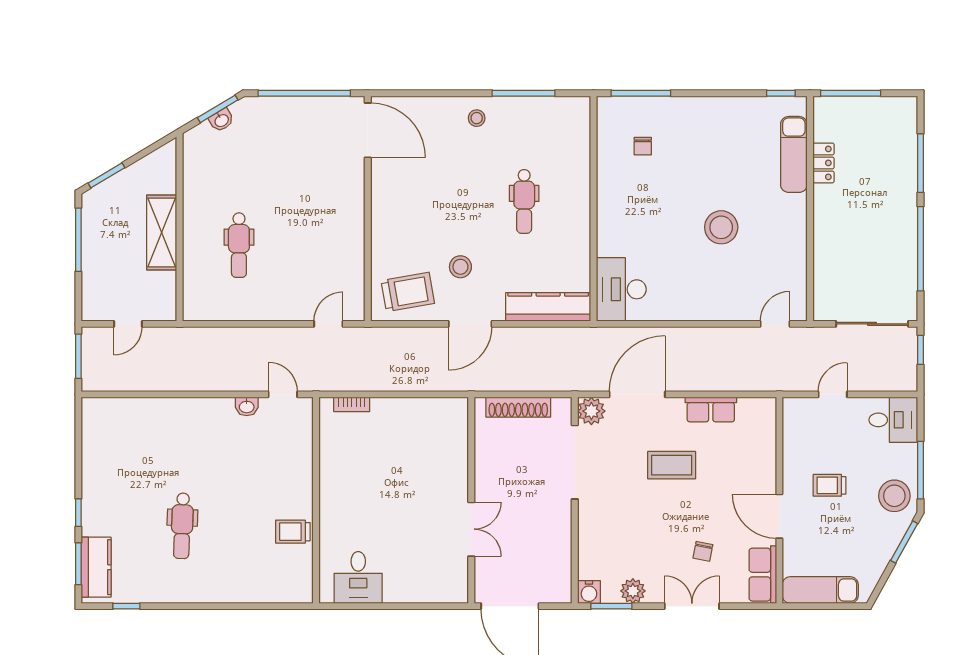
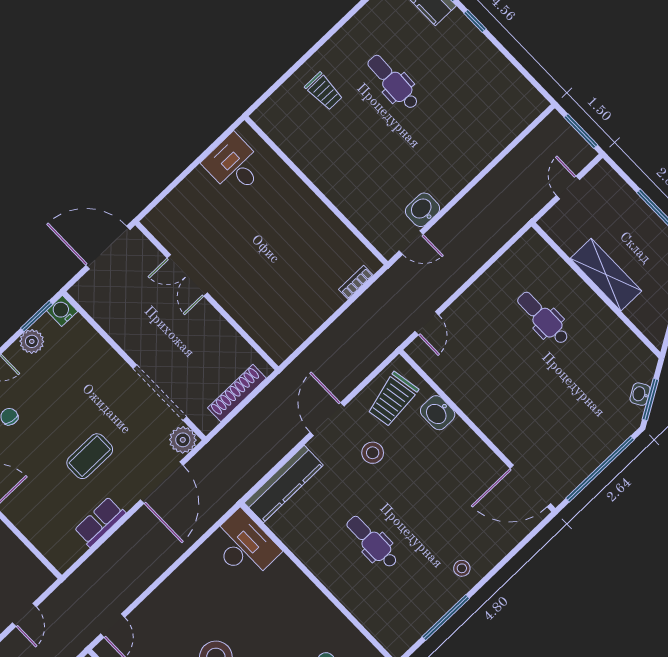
washbasin: (384, 250) -> (438, 413), added
washbasin: (247, 406) -> (422, 210), width x1.38, depth x1.45
trolley: (293, 532) -> (324, 91), moved, turned 90

